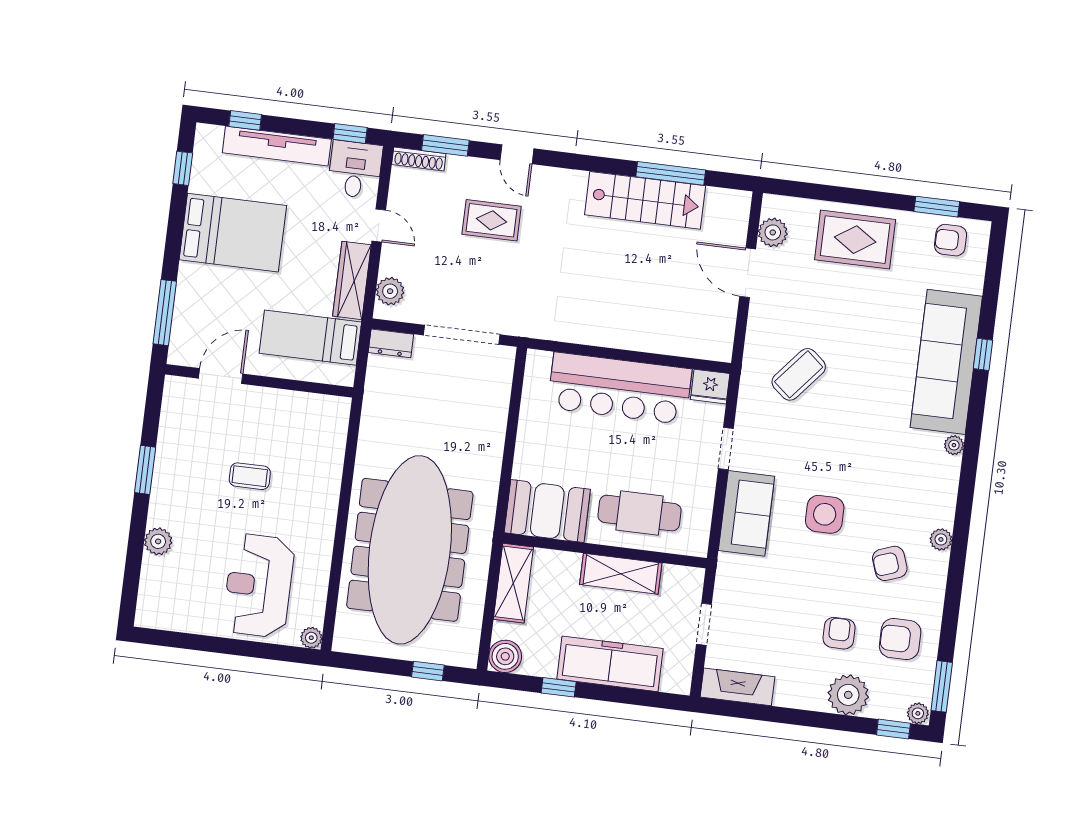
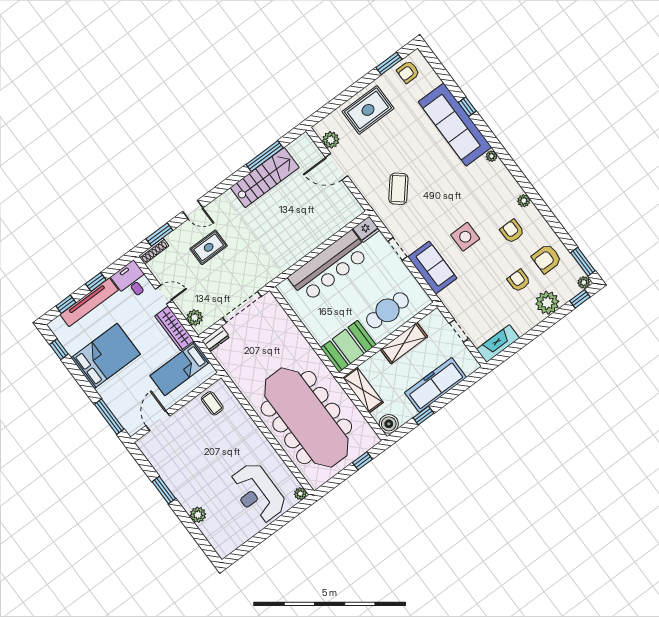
window: (350, 133) -> (96, 282), moved
coffee table: (250, 476) -> (212, 403), moved, turned 90
armchair: (890, 563) -> (512, 231), turned 110

